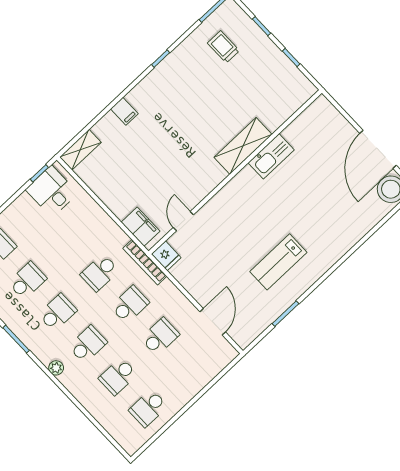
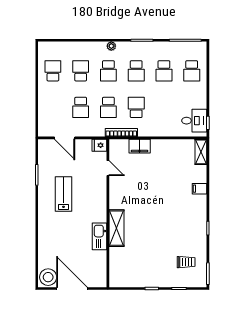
shelving: (243, 146) -> (116, 228), moved
kitchen sink: (271, 156) -> (100, 236), moved
wall: (235, 172) -> (108, 213), moved
door: (183, 221) -> (108, 168), moved
fridge: (166, 256) -> (99, 145), moved

